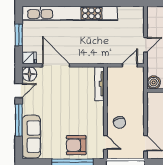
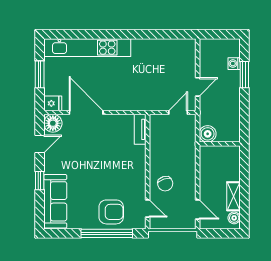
kitchen unit: (70, 13) -> (87, 48), width x0.73
tv unit: (99, 84) -> (140, 129), width x0.71
window: (19, 120) -> (40, 181), width x0.46
armchair: (76, 145) -> (111, 212), turned 180

